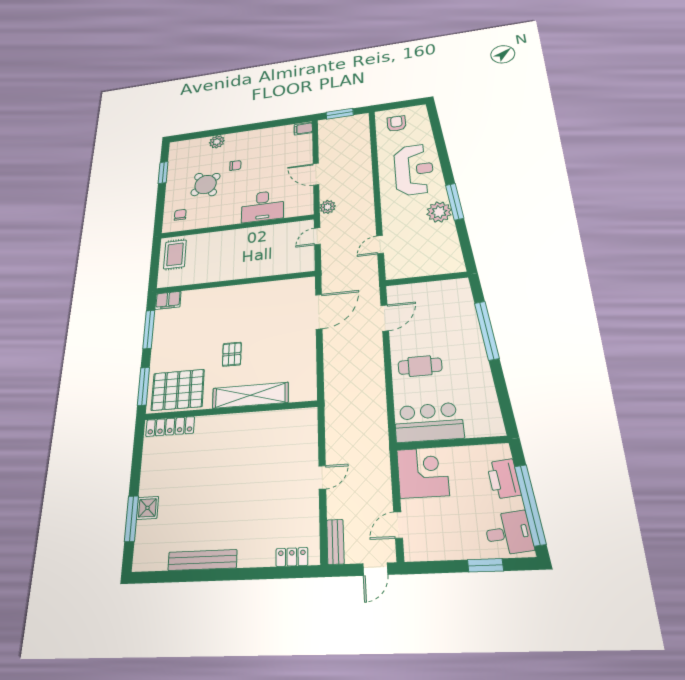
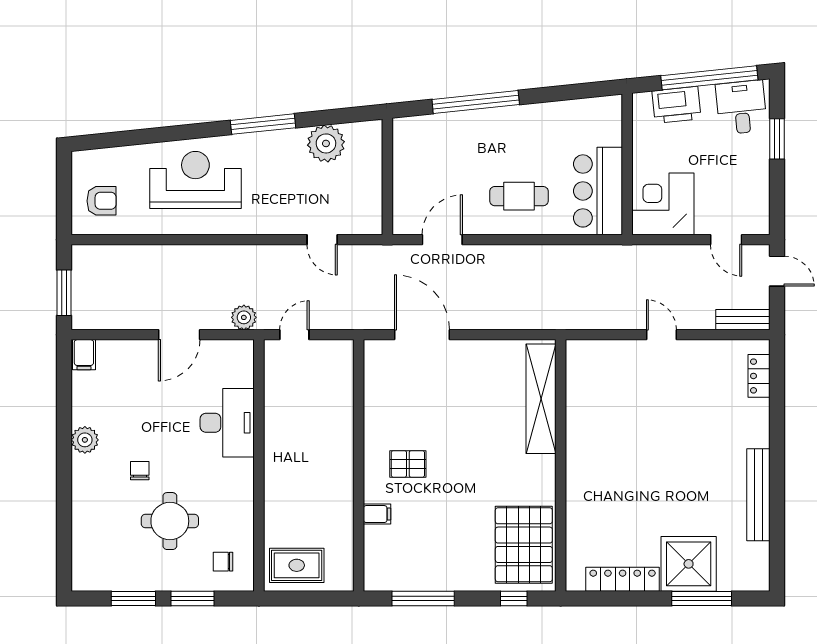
armchair: (396, 124) -> (102, 201), turned 180
plant: (217, 142) -> (85, 440), moved
round table: (206, 184) -> (170, 521), turned 36
window: (160, 202) -> (193, 598), added
plant: (439, 212) -> (326, 143), moved
door: (317, 236) -> (294, 335), swing flipped
filing cabinet: (168, 300) -> (377, 514), moved, width x0.50
door: (385, 318) -> (442, 240), hinge flipped
pallet: (232, 354) -> (408, 464), moved
cafe table: (420, 366) -> (519, 196), turned 90
window: (144, 386) -> (514, 598), width x0.46
shelving: (250, 395) -> (541, 399), moved
locker: (170, 427) -> (623, 579), moved, turned -90
shower: (147, 508) -> (689, 564), width x1.86, depth x1.86

